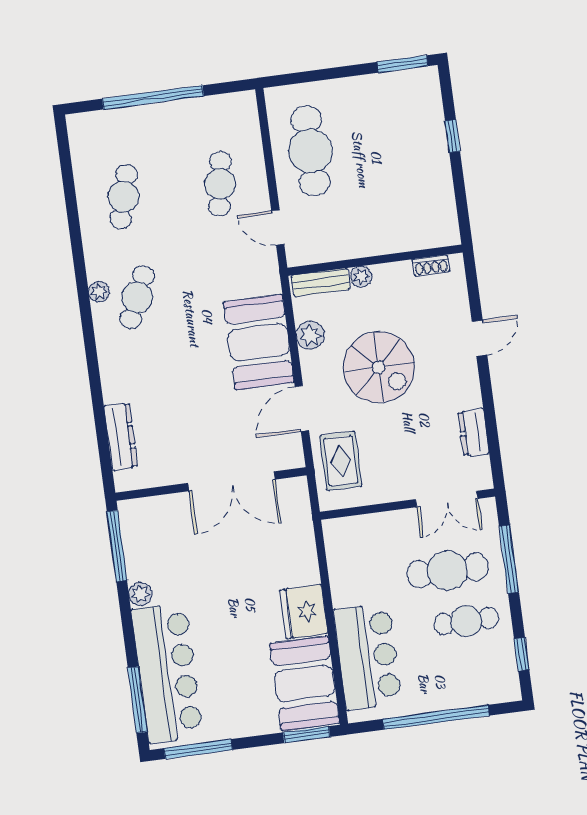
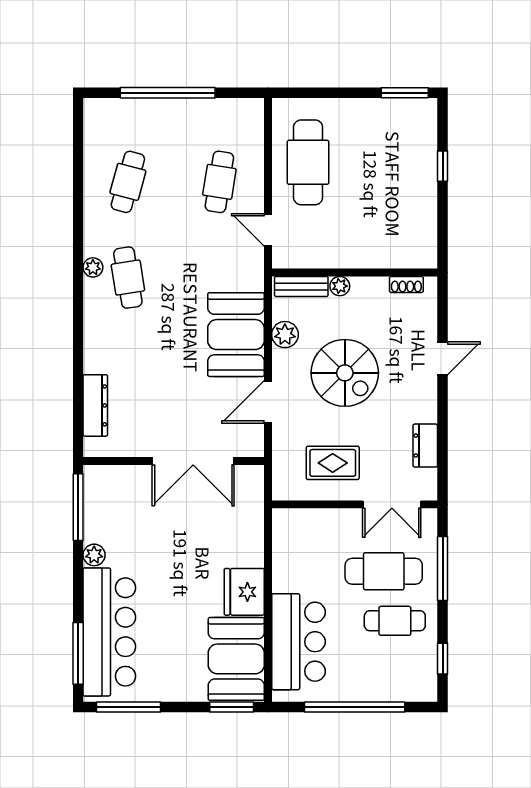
cafe table: (137, 297) -> (128, 278), turned -33
rug: (341, 461) -> (333, 463), moved, turned 90

